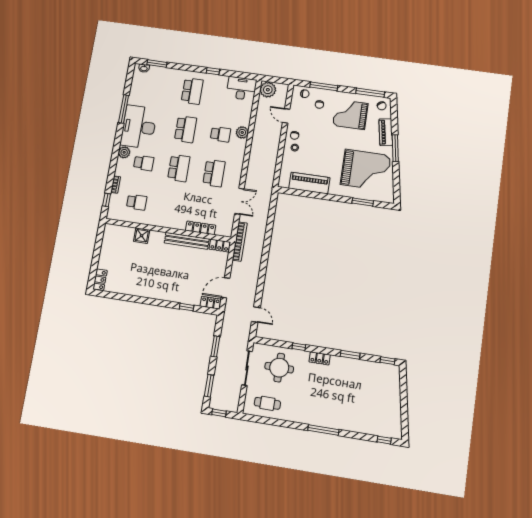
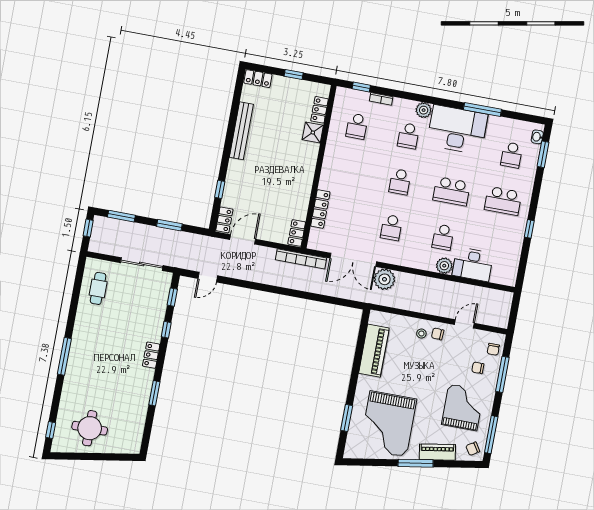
school desk: (158, 86) -> (512, 155), added
desk: (241, 88) -> (473, 264), moved, turned 90
plant: (268, 90) -> (384, 279), moved
school desk: (179, 168) -> (400, 182), width x0.54
school desk: (214, 173) -> (391, 228), width x0.54
double door: (239, 201) -> (353, 260), width x1.37
locker: (124, 231) -> (320, 110), added
bench: (187, 241) -> (241, 131), moved
window: (97, 252) -> (294, 74), added
door: (225, 288) -> (243, 239), hinge flipped
window: (387, 361) -> (172, 297), moved
round table: (279, 368) -> (90, 428), moved

